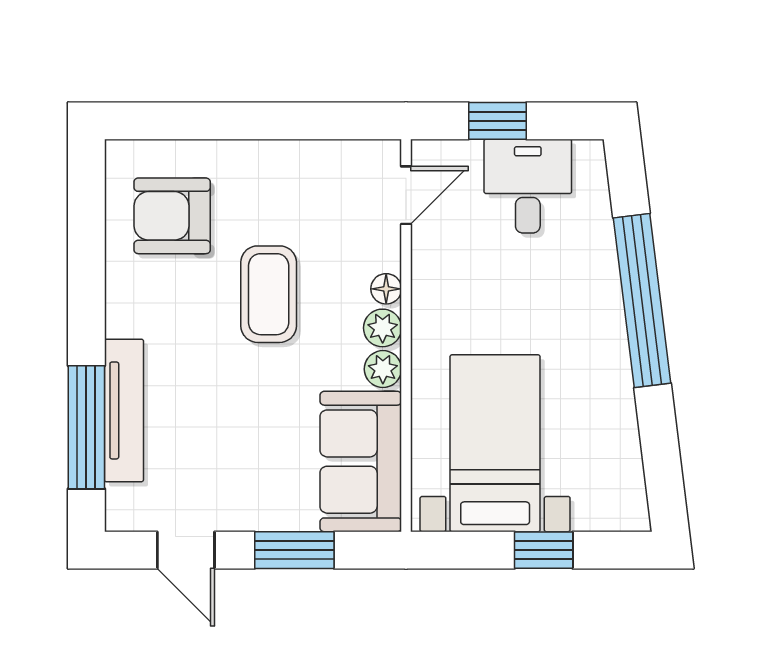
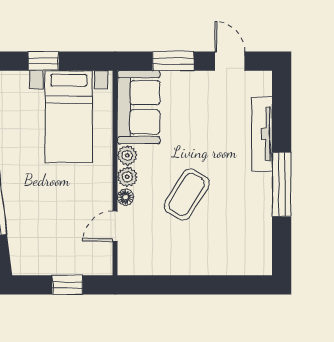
desk: (528, 186) -> (52, 251), removed
door: (406, 195) -> (115, 226), moved
armchair: (172, 216) -> (237, 235), removed
coffee table: (269, 294) -> (187, 194), turned 32
window: (86, 427) -> (282, 184), moved

